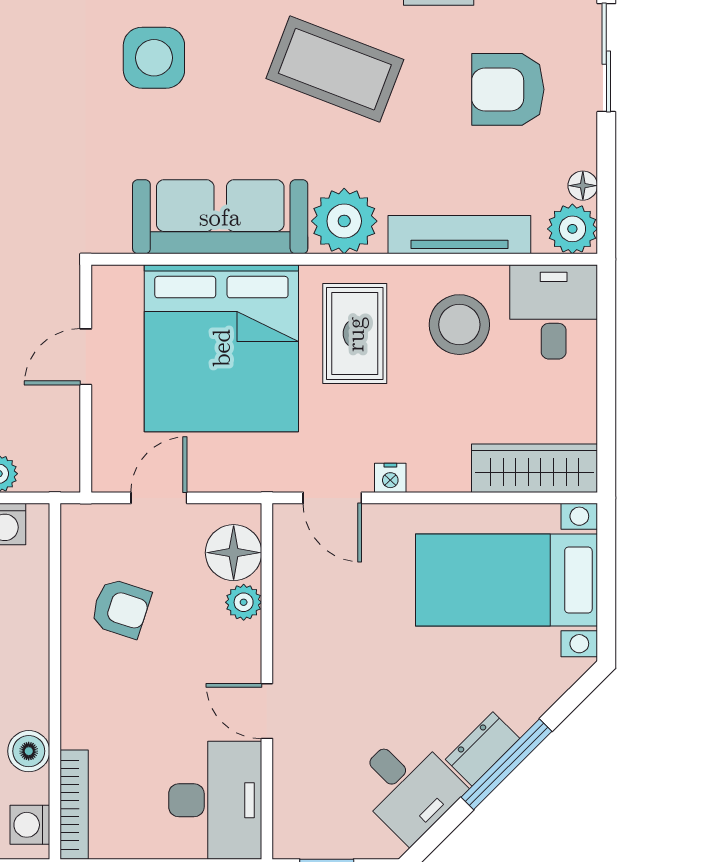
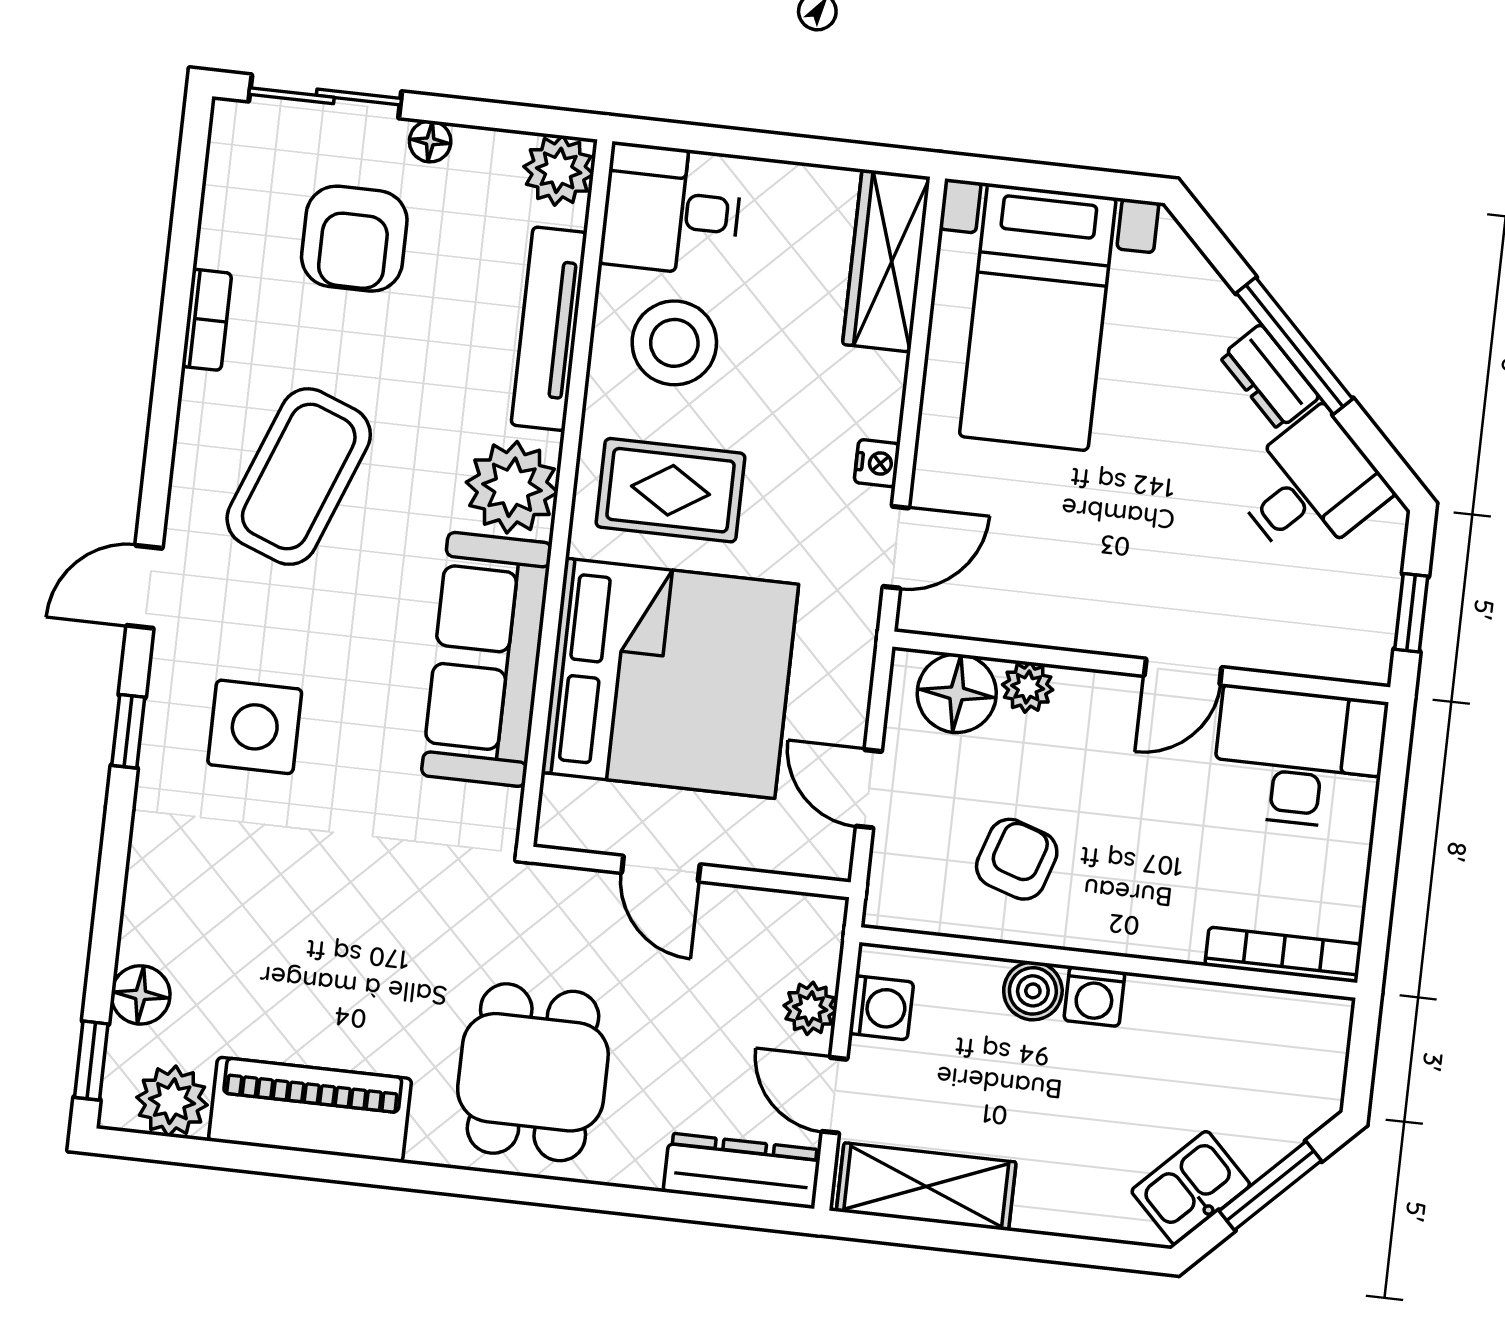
floor lamp: (583, 186) -> (430, 141), moved
boiler: (29, 751) -> (1033, 991), moved
washing machine: (30, 825) -> (1094, 996), moved

